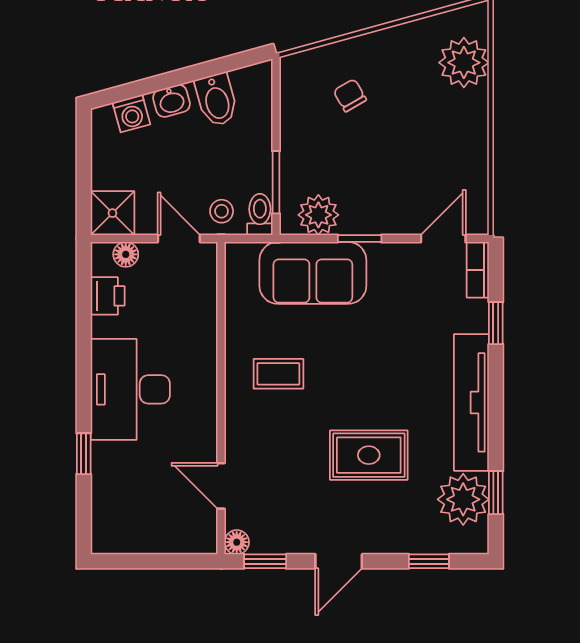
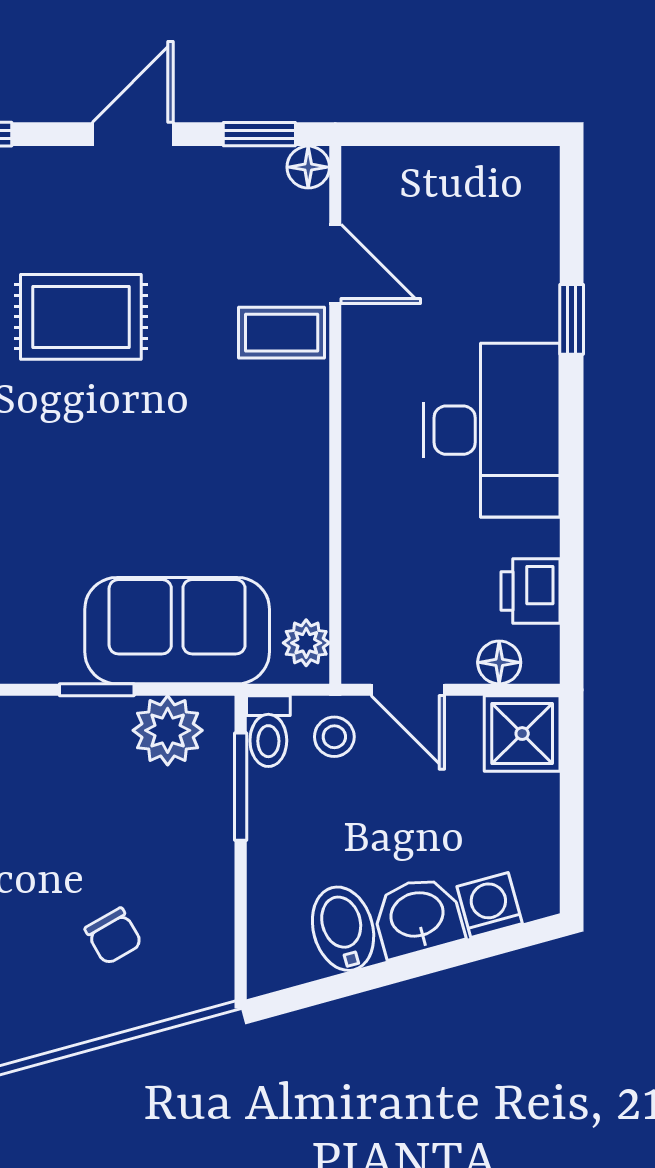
washbasin: (172, 101) -> (418, 916), width x1.38, depth x1.45
plant: (238, 266) -> (306, 643), added
coffee table: (278, 374) -> (282, 333), moved

